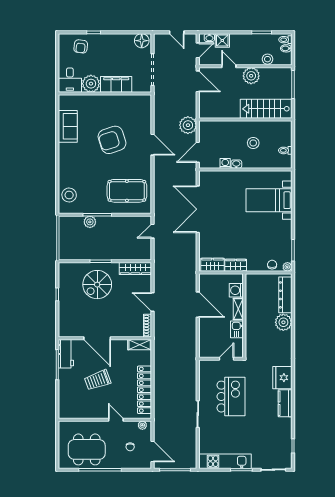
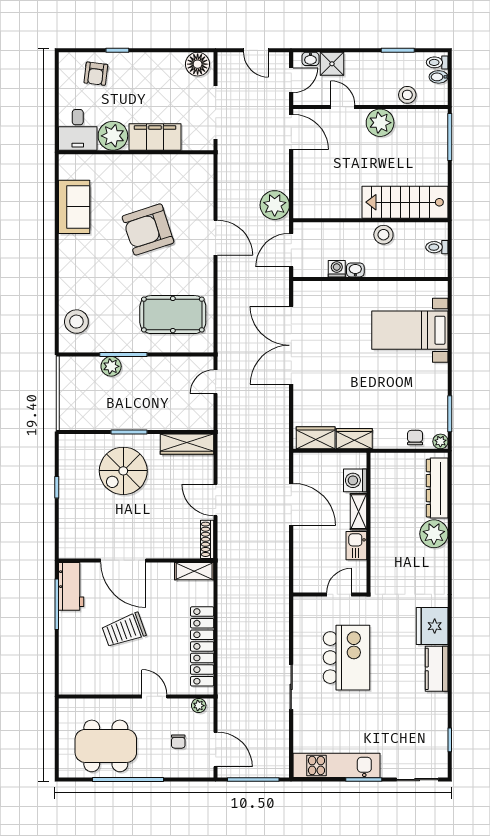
stairs: (266, 109) -> (405, 202), moved
wall: (245, 120) -> (370, 220), moved

